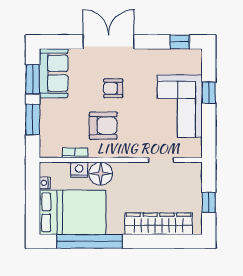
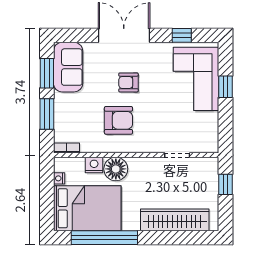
window: (180, 42) -> (182, 35), moved
corner sofa: (180, 106) -> (196, 79), moved
bookcase: (75, 153) -> (67, 148), moved
window: (209, 203) -> (225, 184), moved

